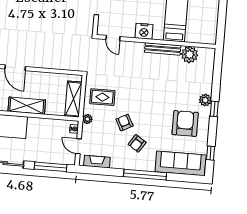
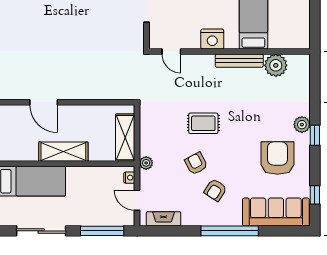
rug: (102, 97) -> (203, 123), moved

